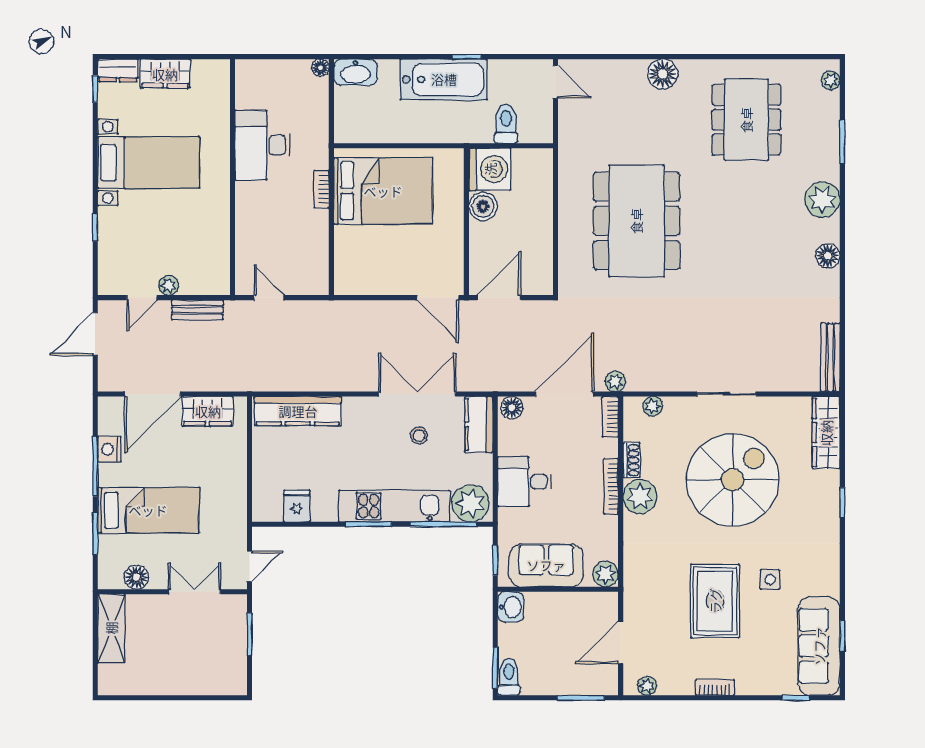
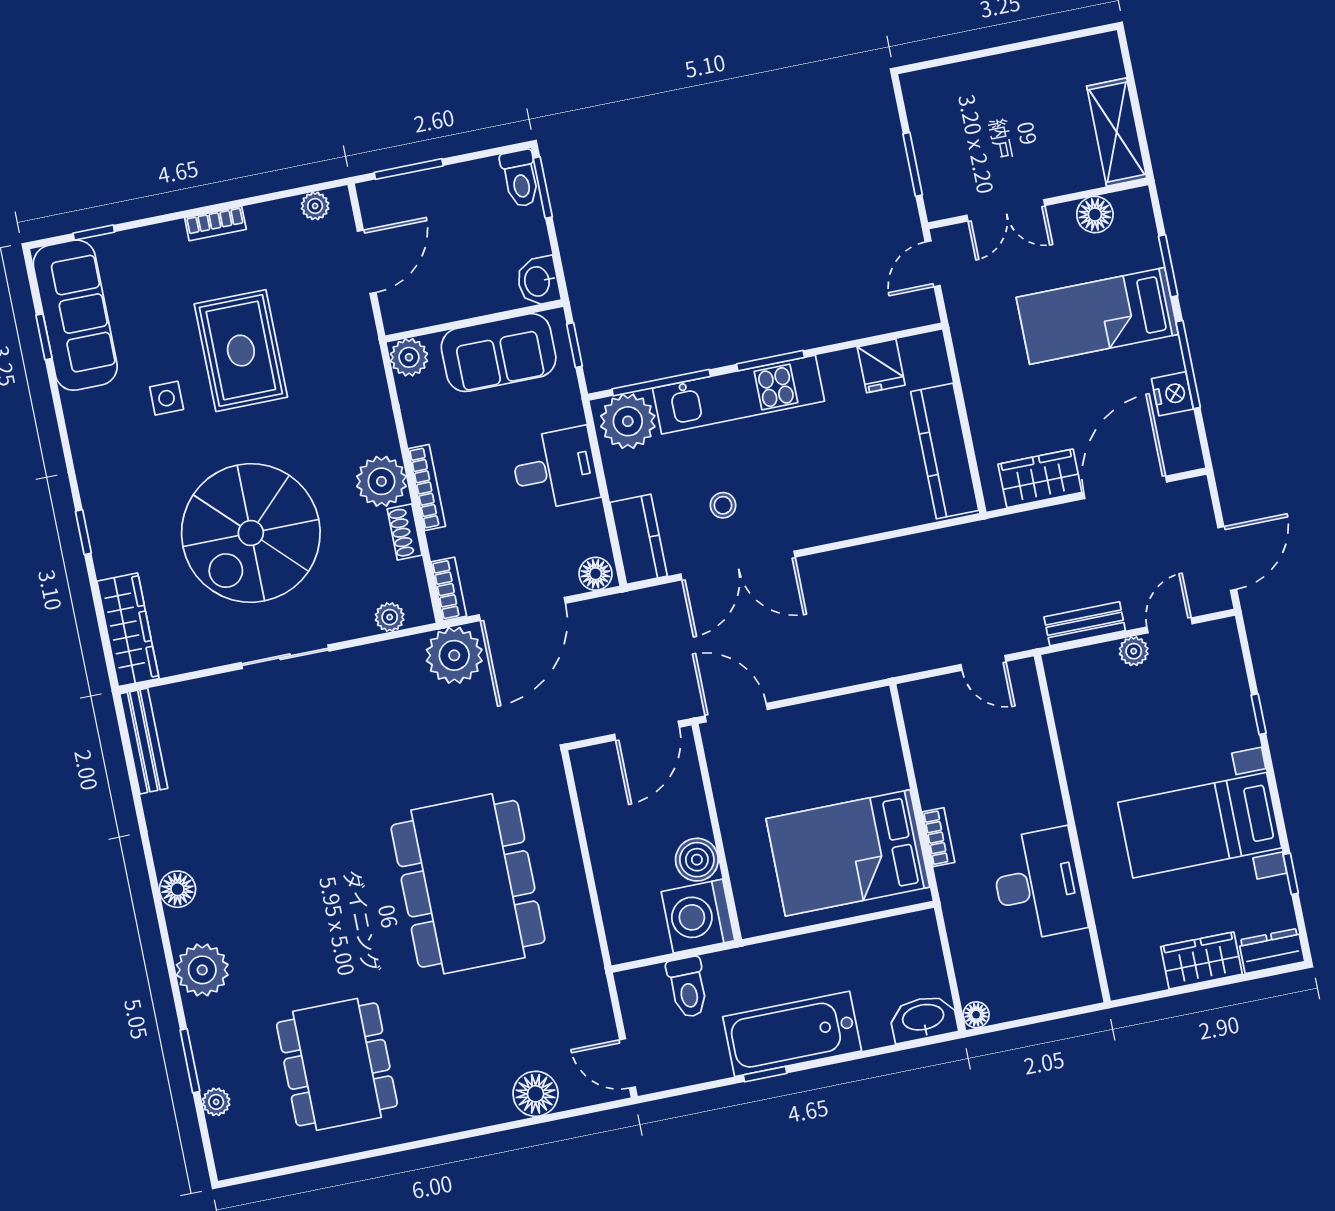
floor lamp: (663, 74) -> (536, 1094), moved
plant: (831, 80) -> (216, 1102), moved
window: (95, 89) -> (1291, 874), moved
plant: (615, 381) -> (454, 655), width x1.88, depth x1.88
kitchen counter: (298, 411) -> (945, 451), moved, turned -90

